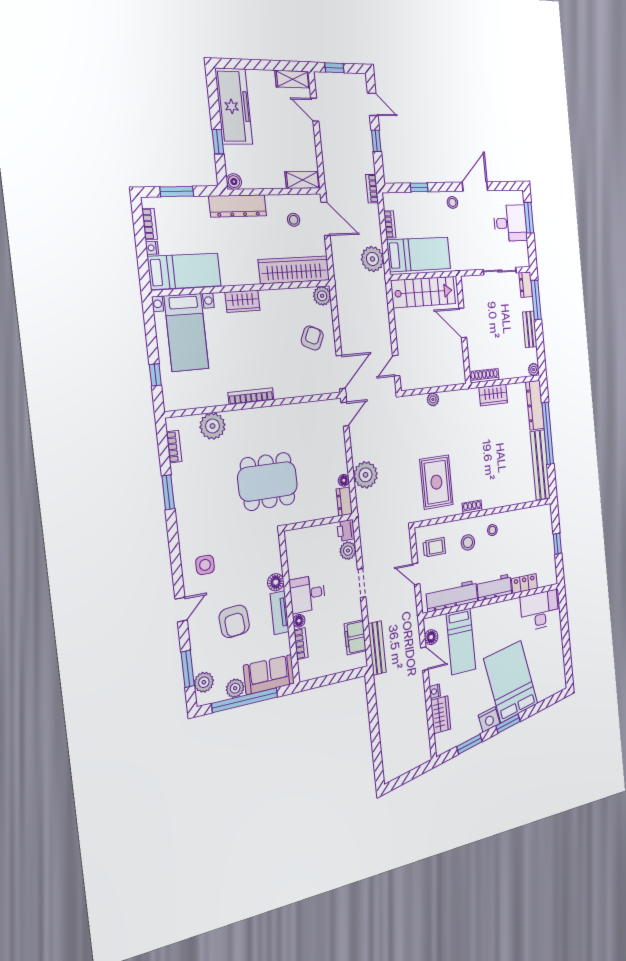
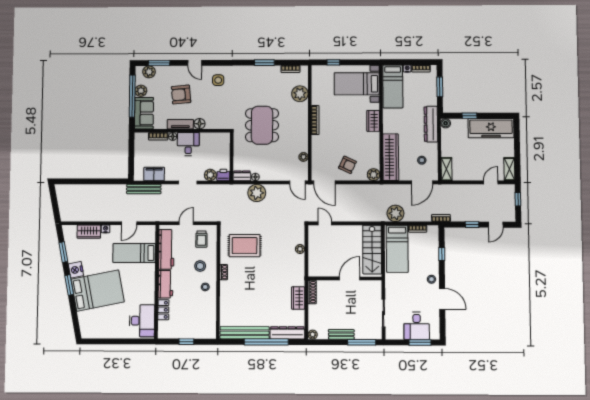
dresser: (526, 285) -> (373, 334), removed
plant: (308, 409) -> (303, 157), added
floor lamp: (431, 637) -> (142, 230), removed

